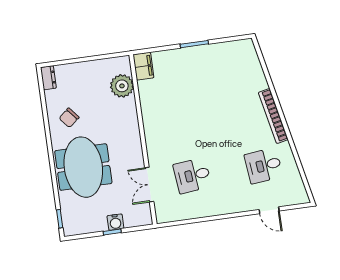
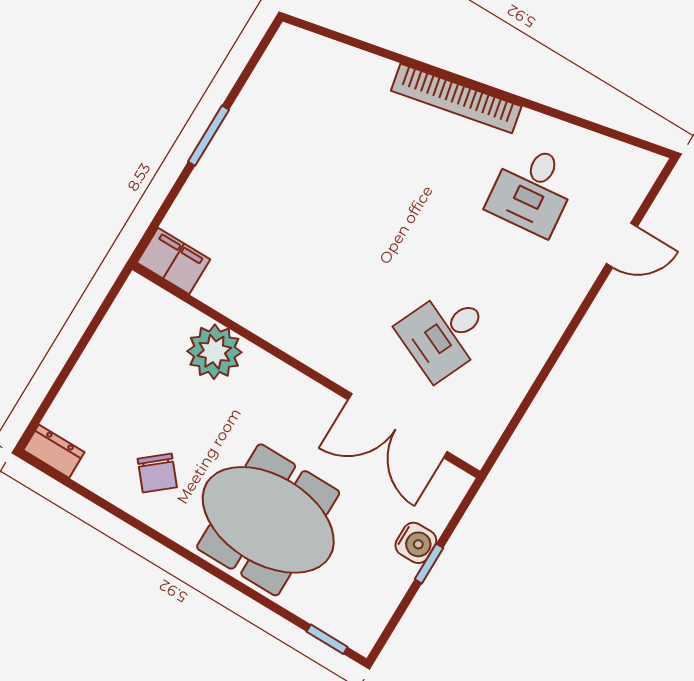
plant: (122, 86) -> (214, 352), moved
desk: (192, 176) -> (445, 334), turned 30
double door: (149, 185) -> (398, 426), width x1.37

